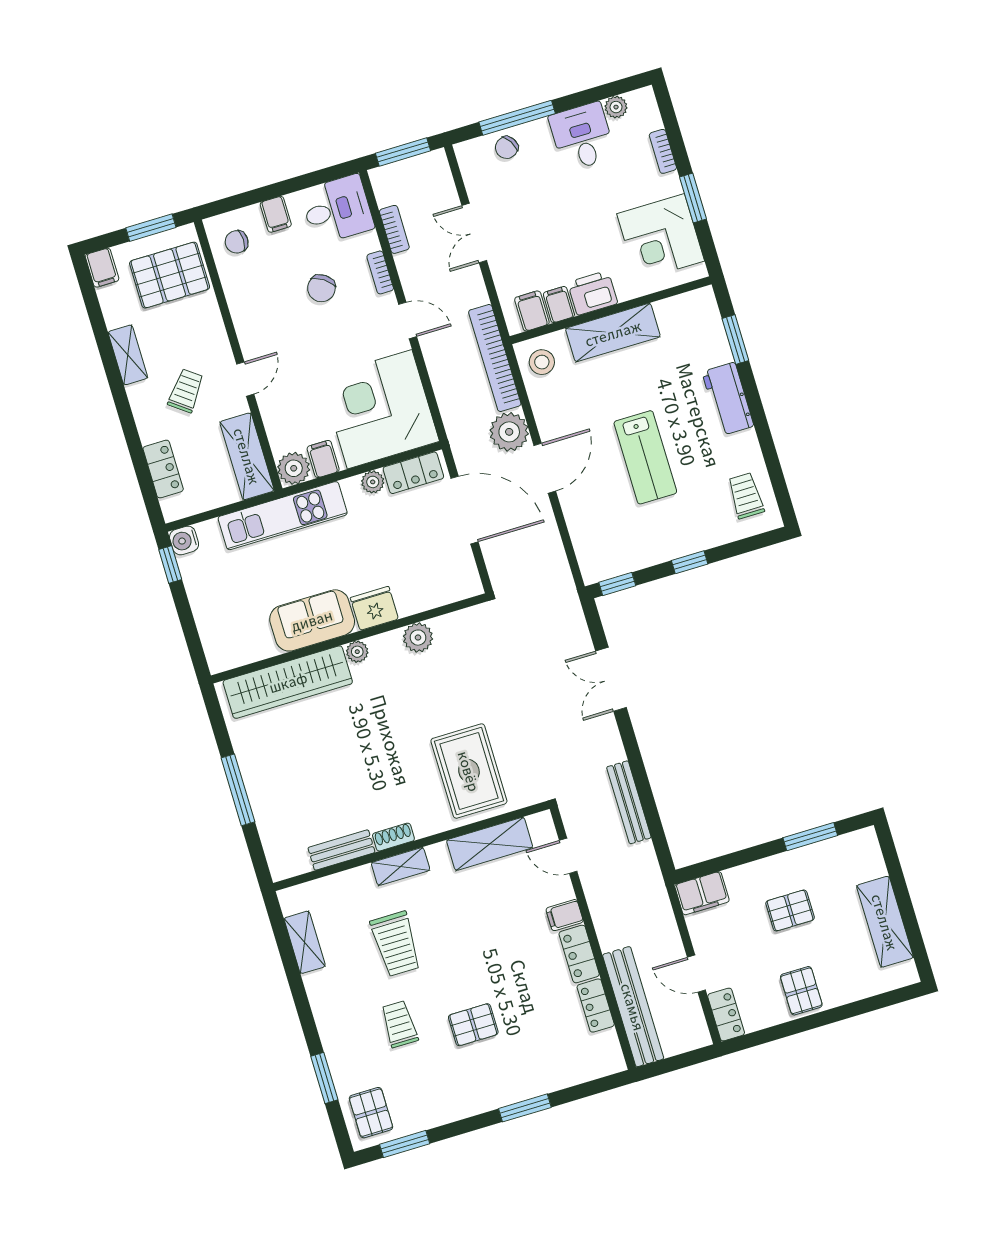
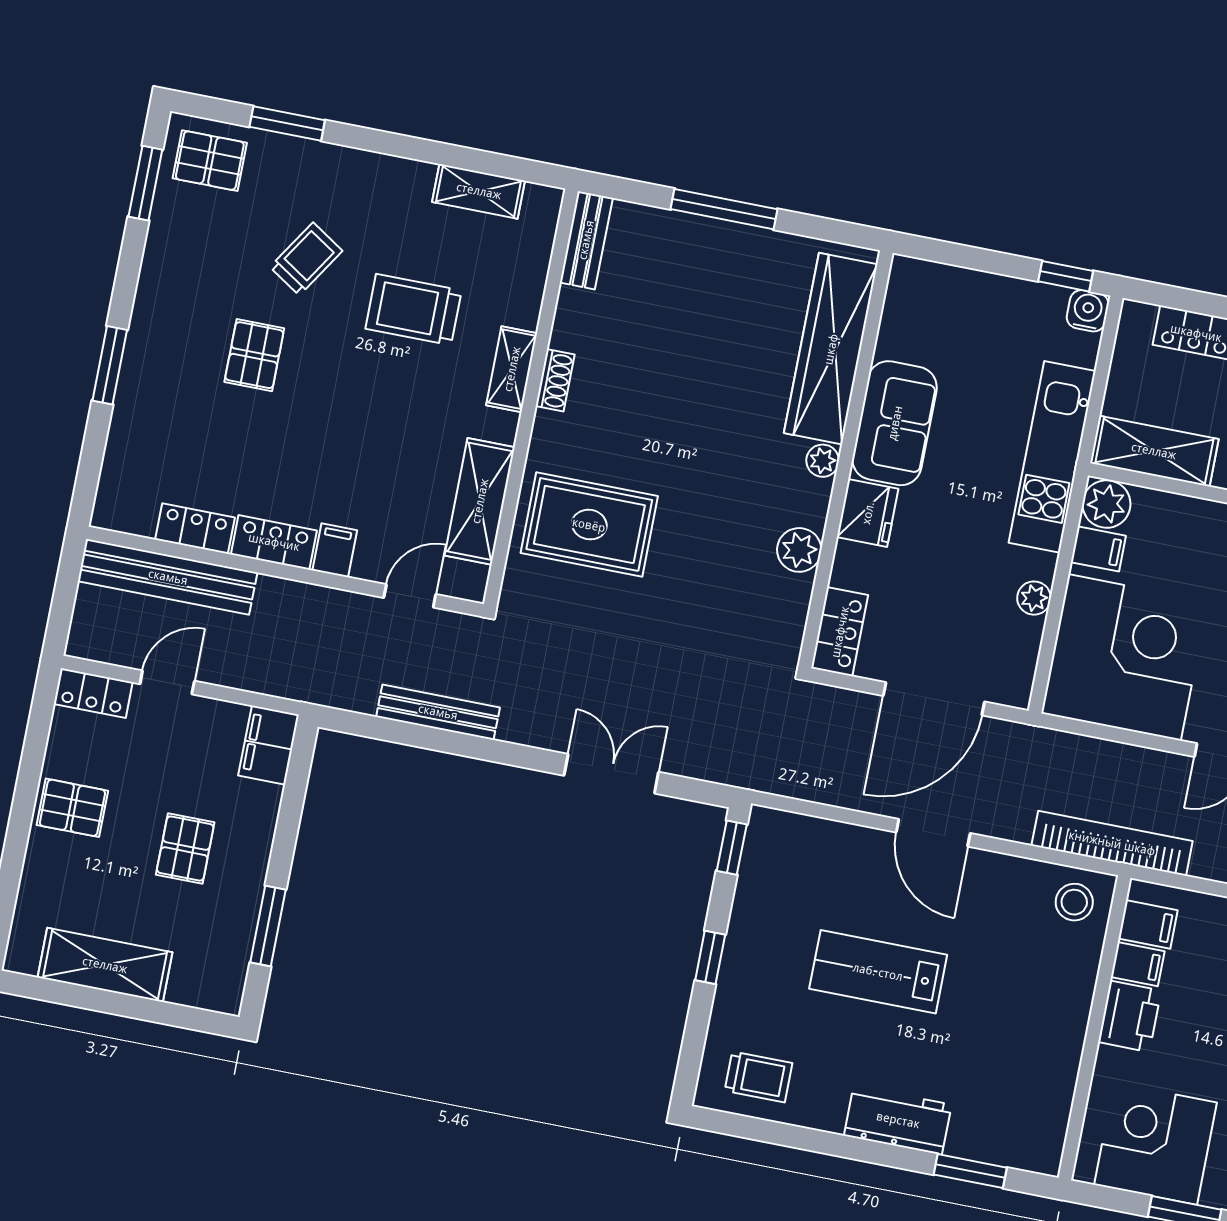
shelving: (613, 333) -> (1064, 1015), removed
plant: (509, 432) -> (1005, 811), removed
locker: (413, 473) -> (840, 632), moved, turned 180
bench: (341, 850) -> (586, 240), moved
trolley: (399, 1024) -> (306, 259), turned -57

